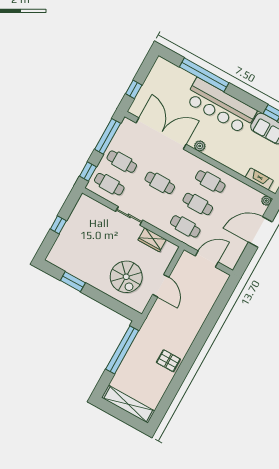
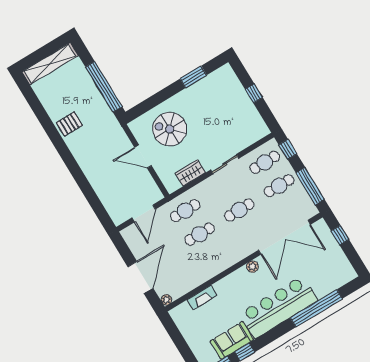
fireplace: (259, 179) -> (202, 298), moved
cafe table: (210, 181) -> (214, 258), removed

